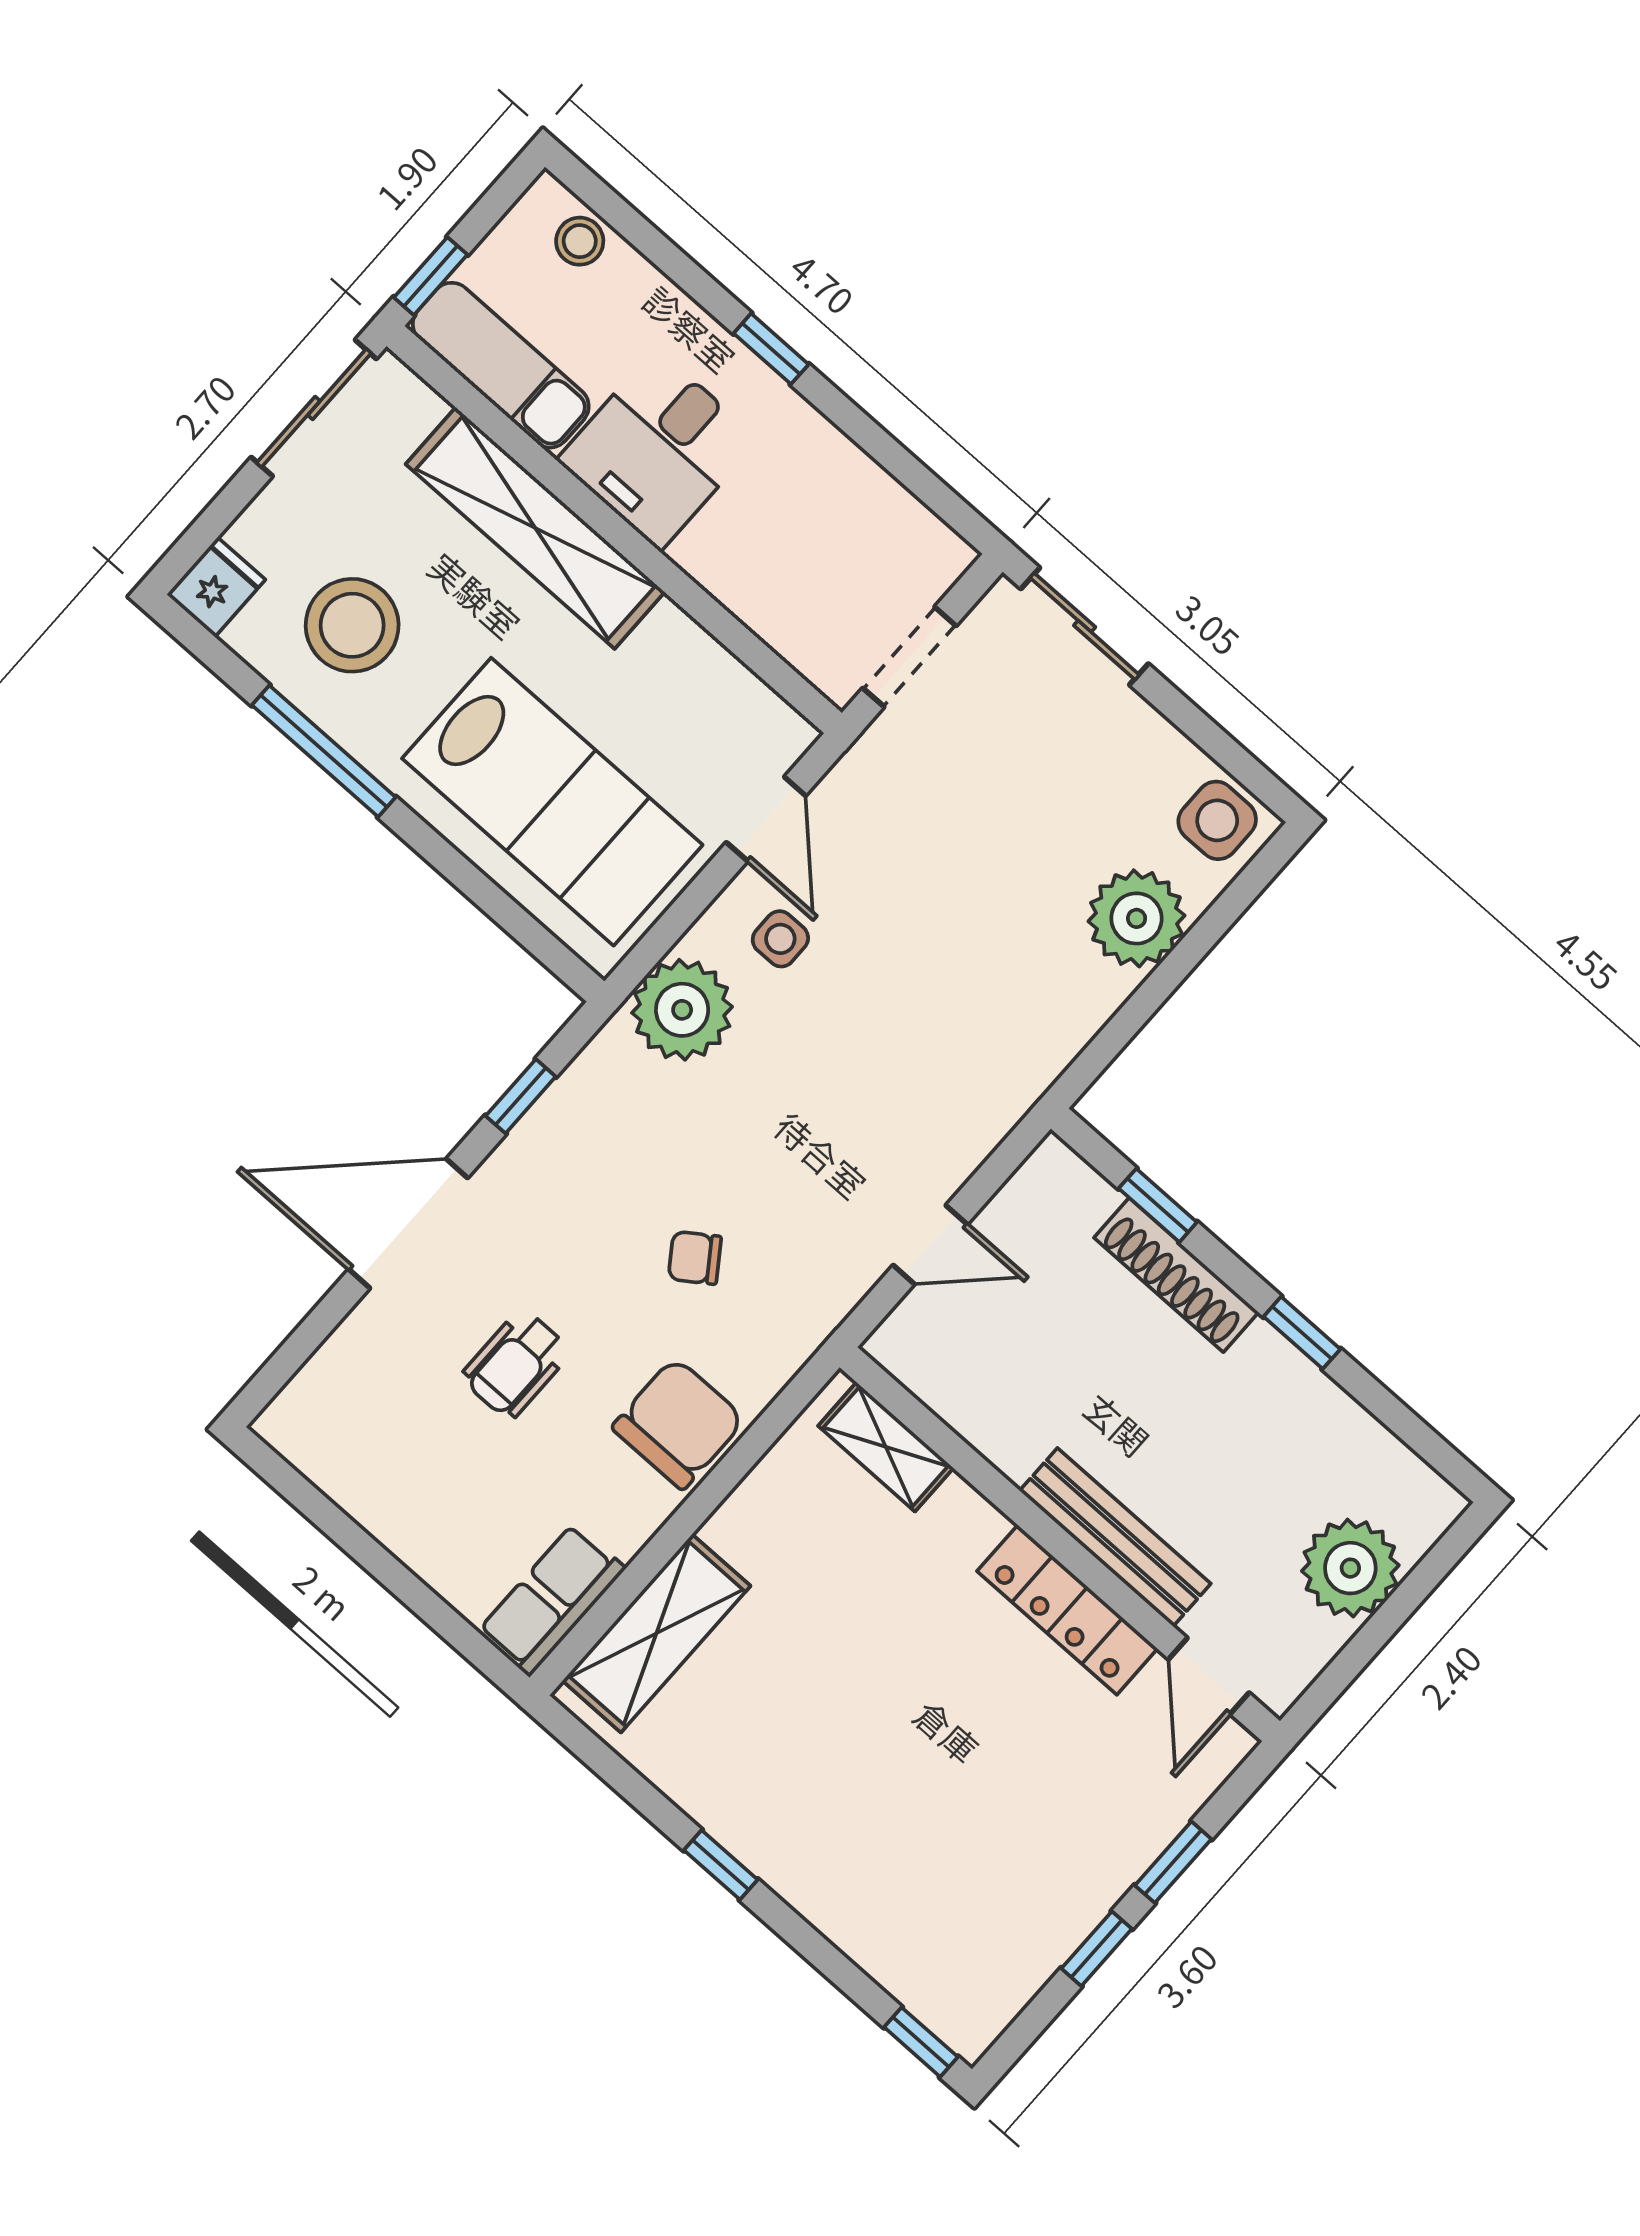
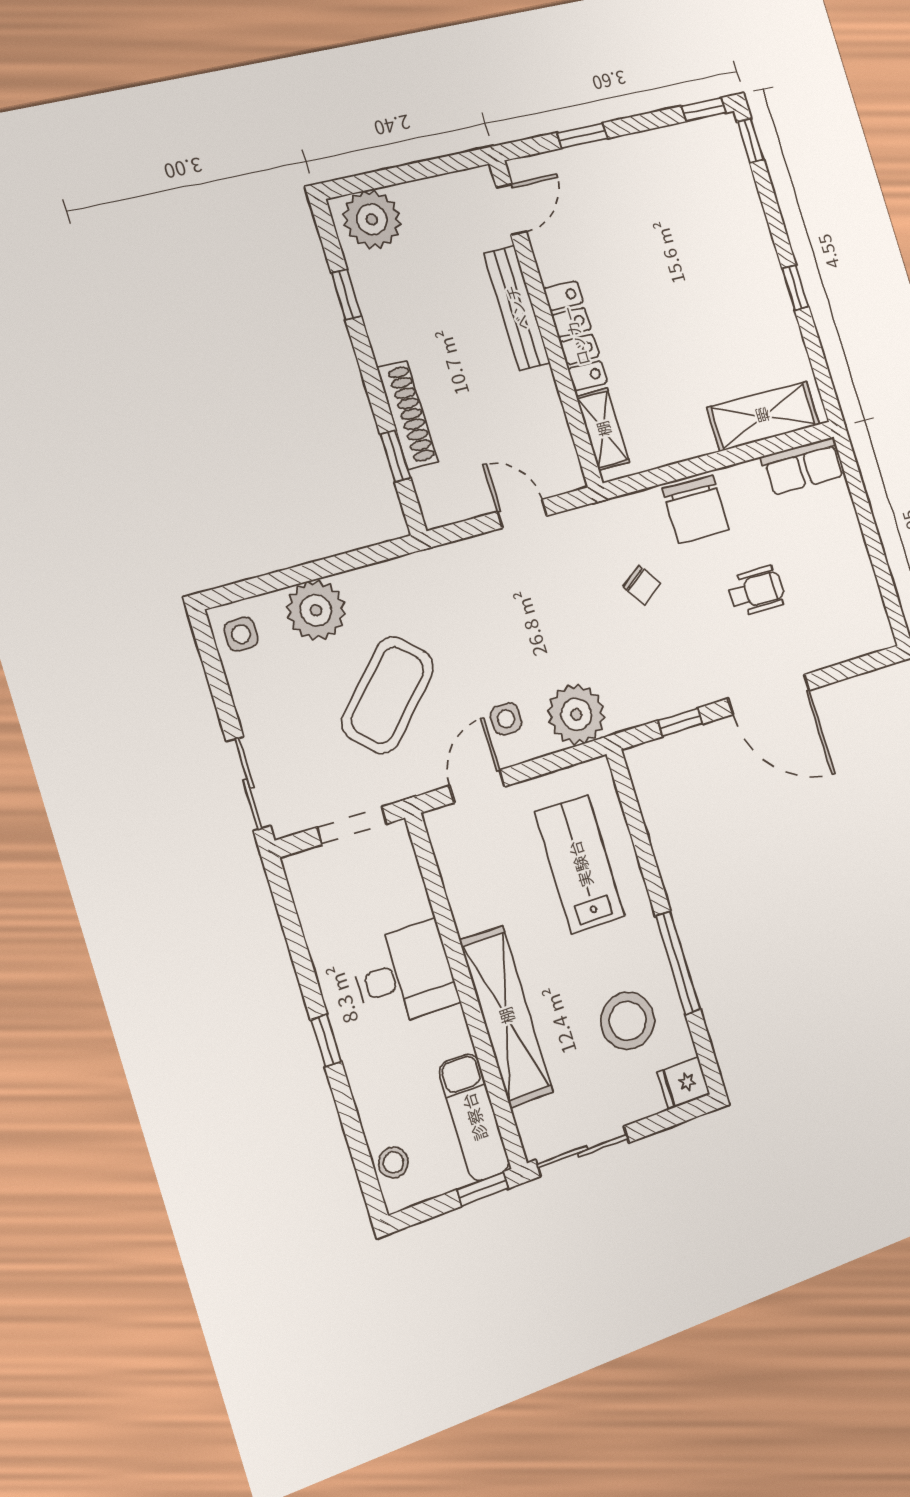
desk: (658, 449) -> (404, 975), moved
lab bench: (552, 802) -> (580, 864), width x0.73, depth x0.72
side table: (1217, 820) -> (241, 634), width x0.73, depth x0.73
coffee table: (968, 866) -> (388, 695), added
window: (1302, 1333) -> (346, 295), moved
chair: (679, 1423) -> (696, 509), turned -90
plant: (1350, 1568) -> (372, 219), moved
locker: (1067, 1610) -> (575, 336), moved
window: (1097, 1949) -> (704, 110), moved

